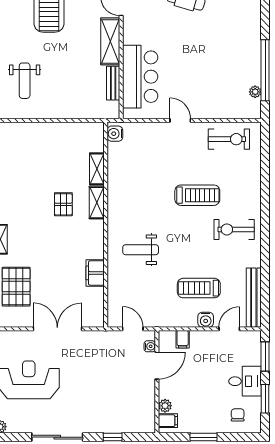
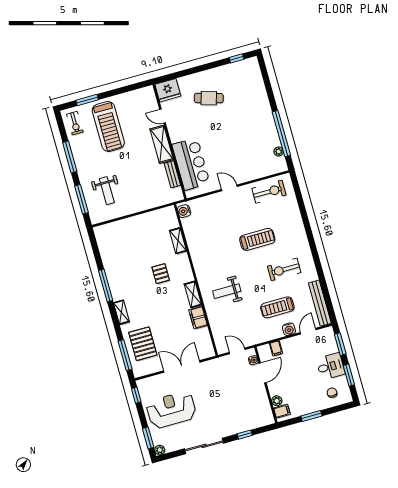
shelving: (97, 203) -> (193, 294), moved
exercise bike: (234, 229) -> (284, 269), moved

